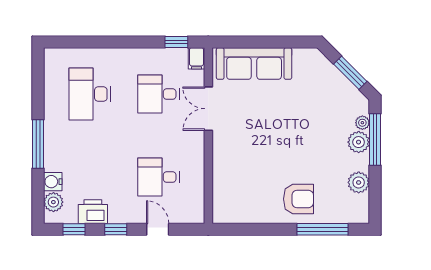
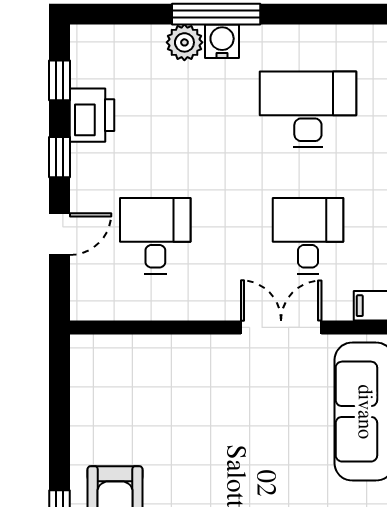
water cooler: (53, 182) -> (222, 41), moved
plant: (53, 202) -> (184, 42), moved

